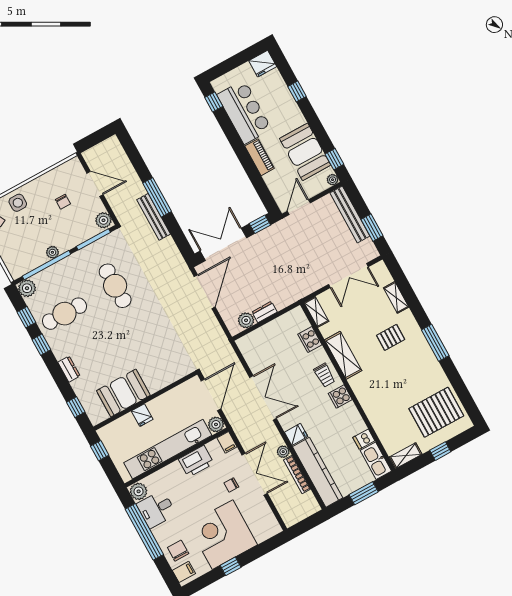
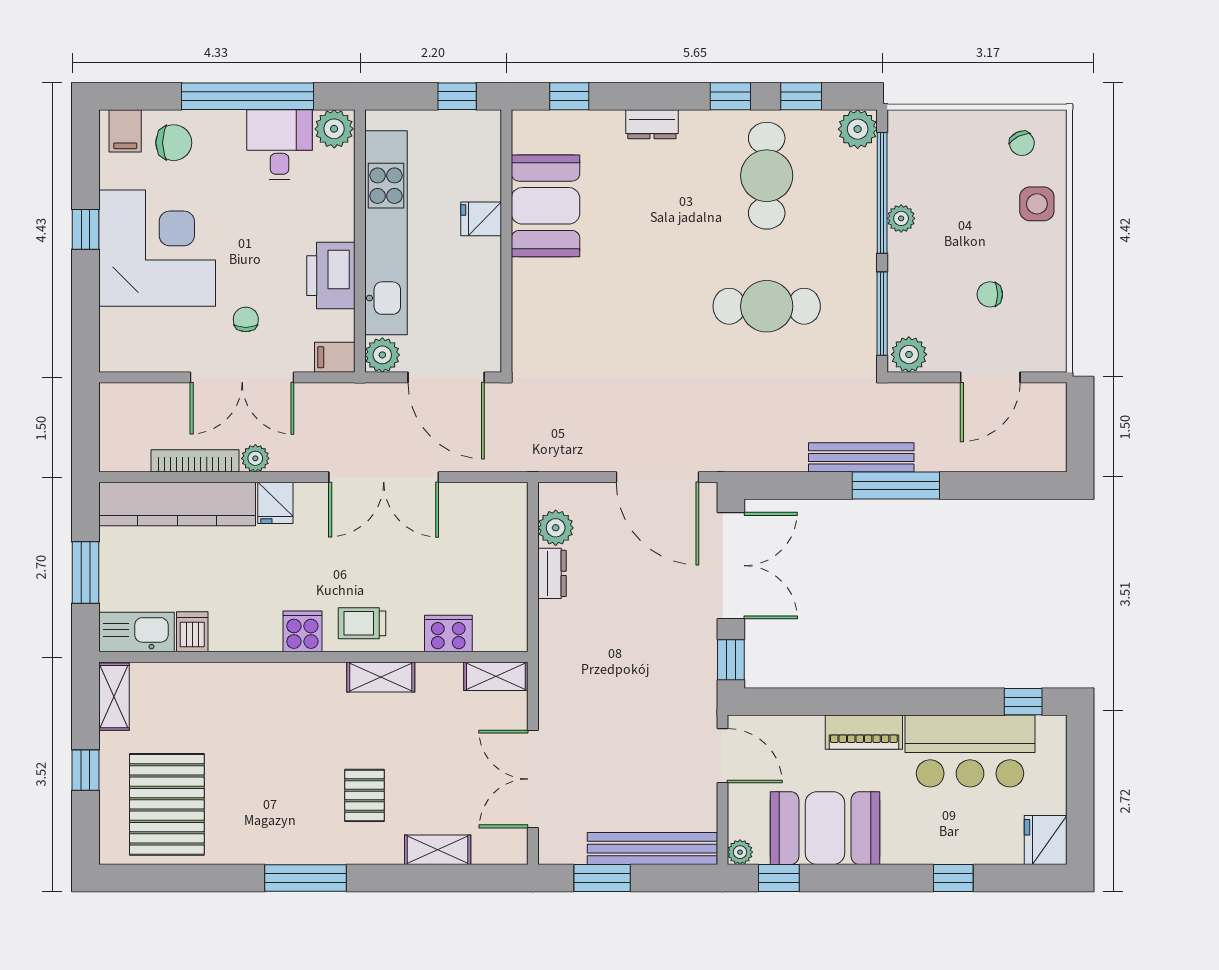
shelving: (343, 355) -> (381, 677), width x0.67, depth x0.75

